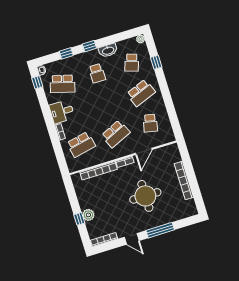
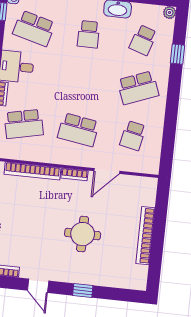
school desk: (116, 134) -> (78, 130), turned 33
round table: (145, 196) -> (83, 234), width x0.73, depth x0.73
window: (160, 230) -> (83, 290), width x0.46

